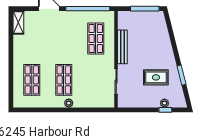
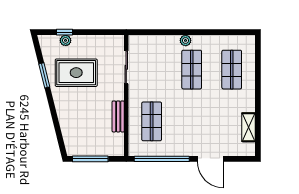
shelving: (18, 22) -> (248, 127), moved
bench: (122, 47) -> (118, 116), width x0.73
rug: (156, 77) -> (76, 73), width x1.36, depth x1.43

